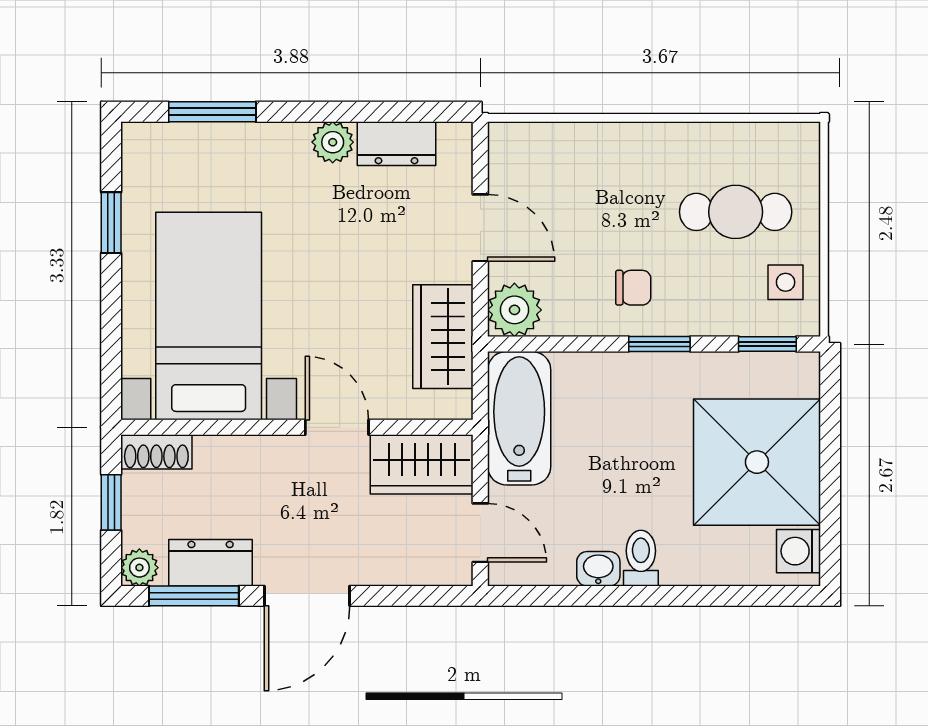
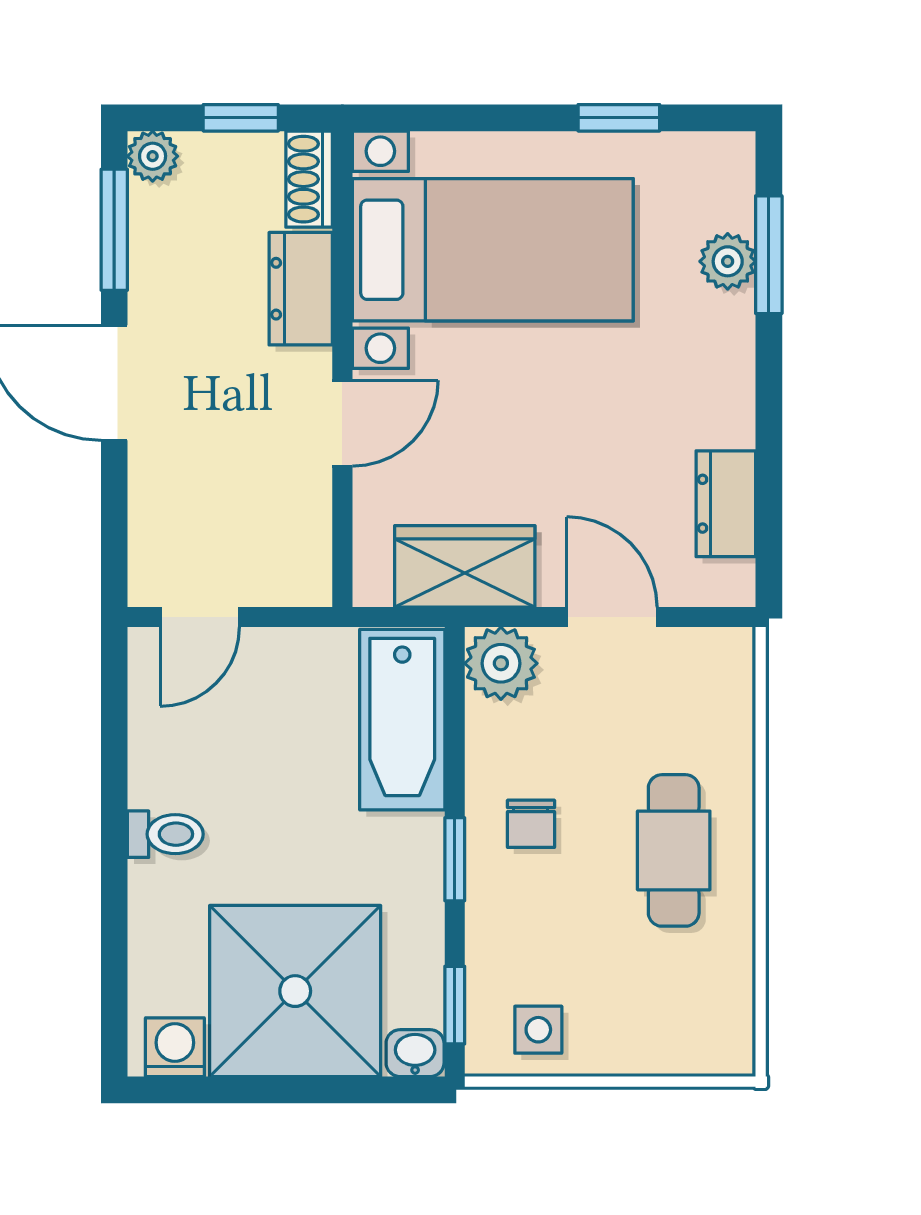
plant: (333, 142) -> (728, 261), moved
cafe table: (736, 212) -> (674, 850), moved
door: (480, 228) -> (612, 617), swing flipped
bathtub: (519, 418) -> (402, 720), moved, turned 90
wardrobe: (422, 464) -> (292, 538), removed
dresser: (211, 563) -> (301, 289), moved, turned 180
washbasin: (598, 569) -> (415, 1053), moved, turned -90

